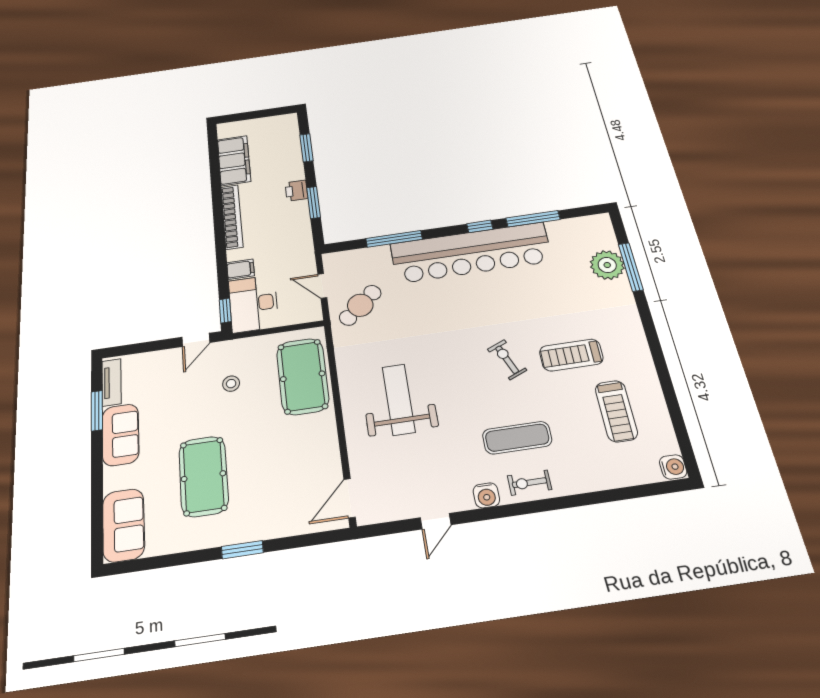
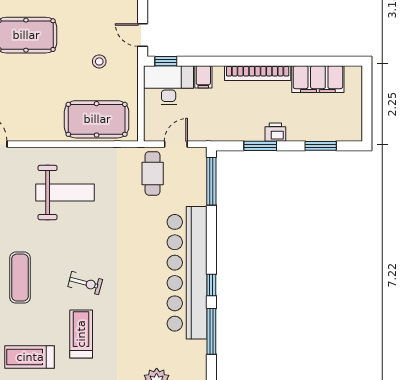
window: (394, 239) -> (211, 181), moved
cafe table: (360, 305) -> (153, 173), turned 41
exercise bike: (507, 360) -> (85, 283), turned 38

